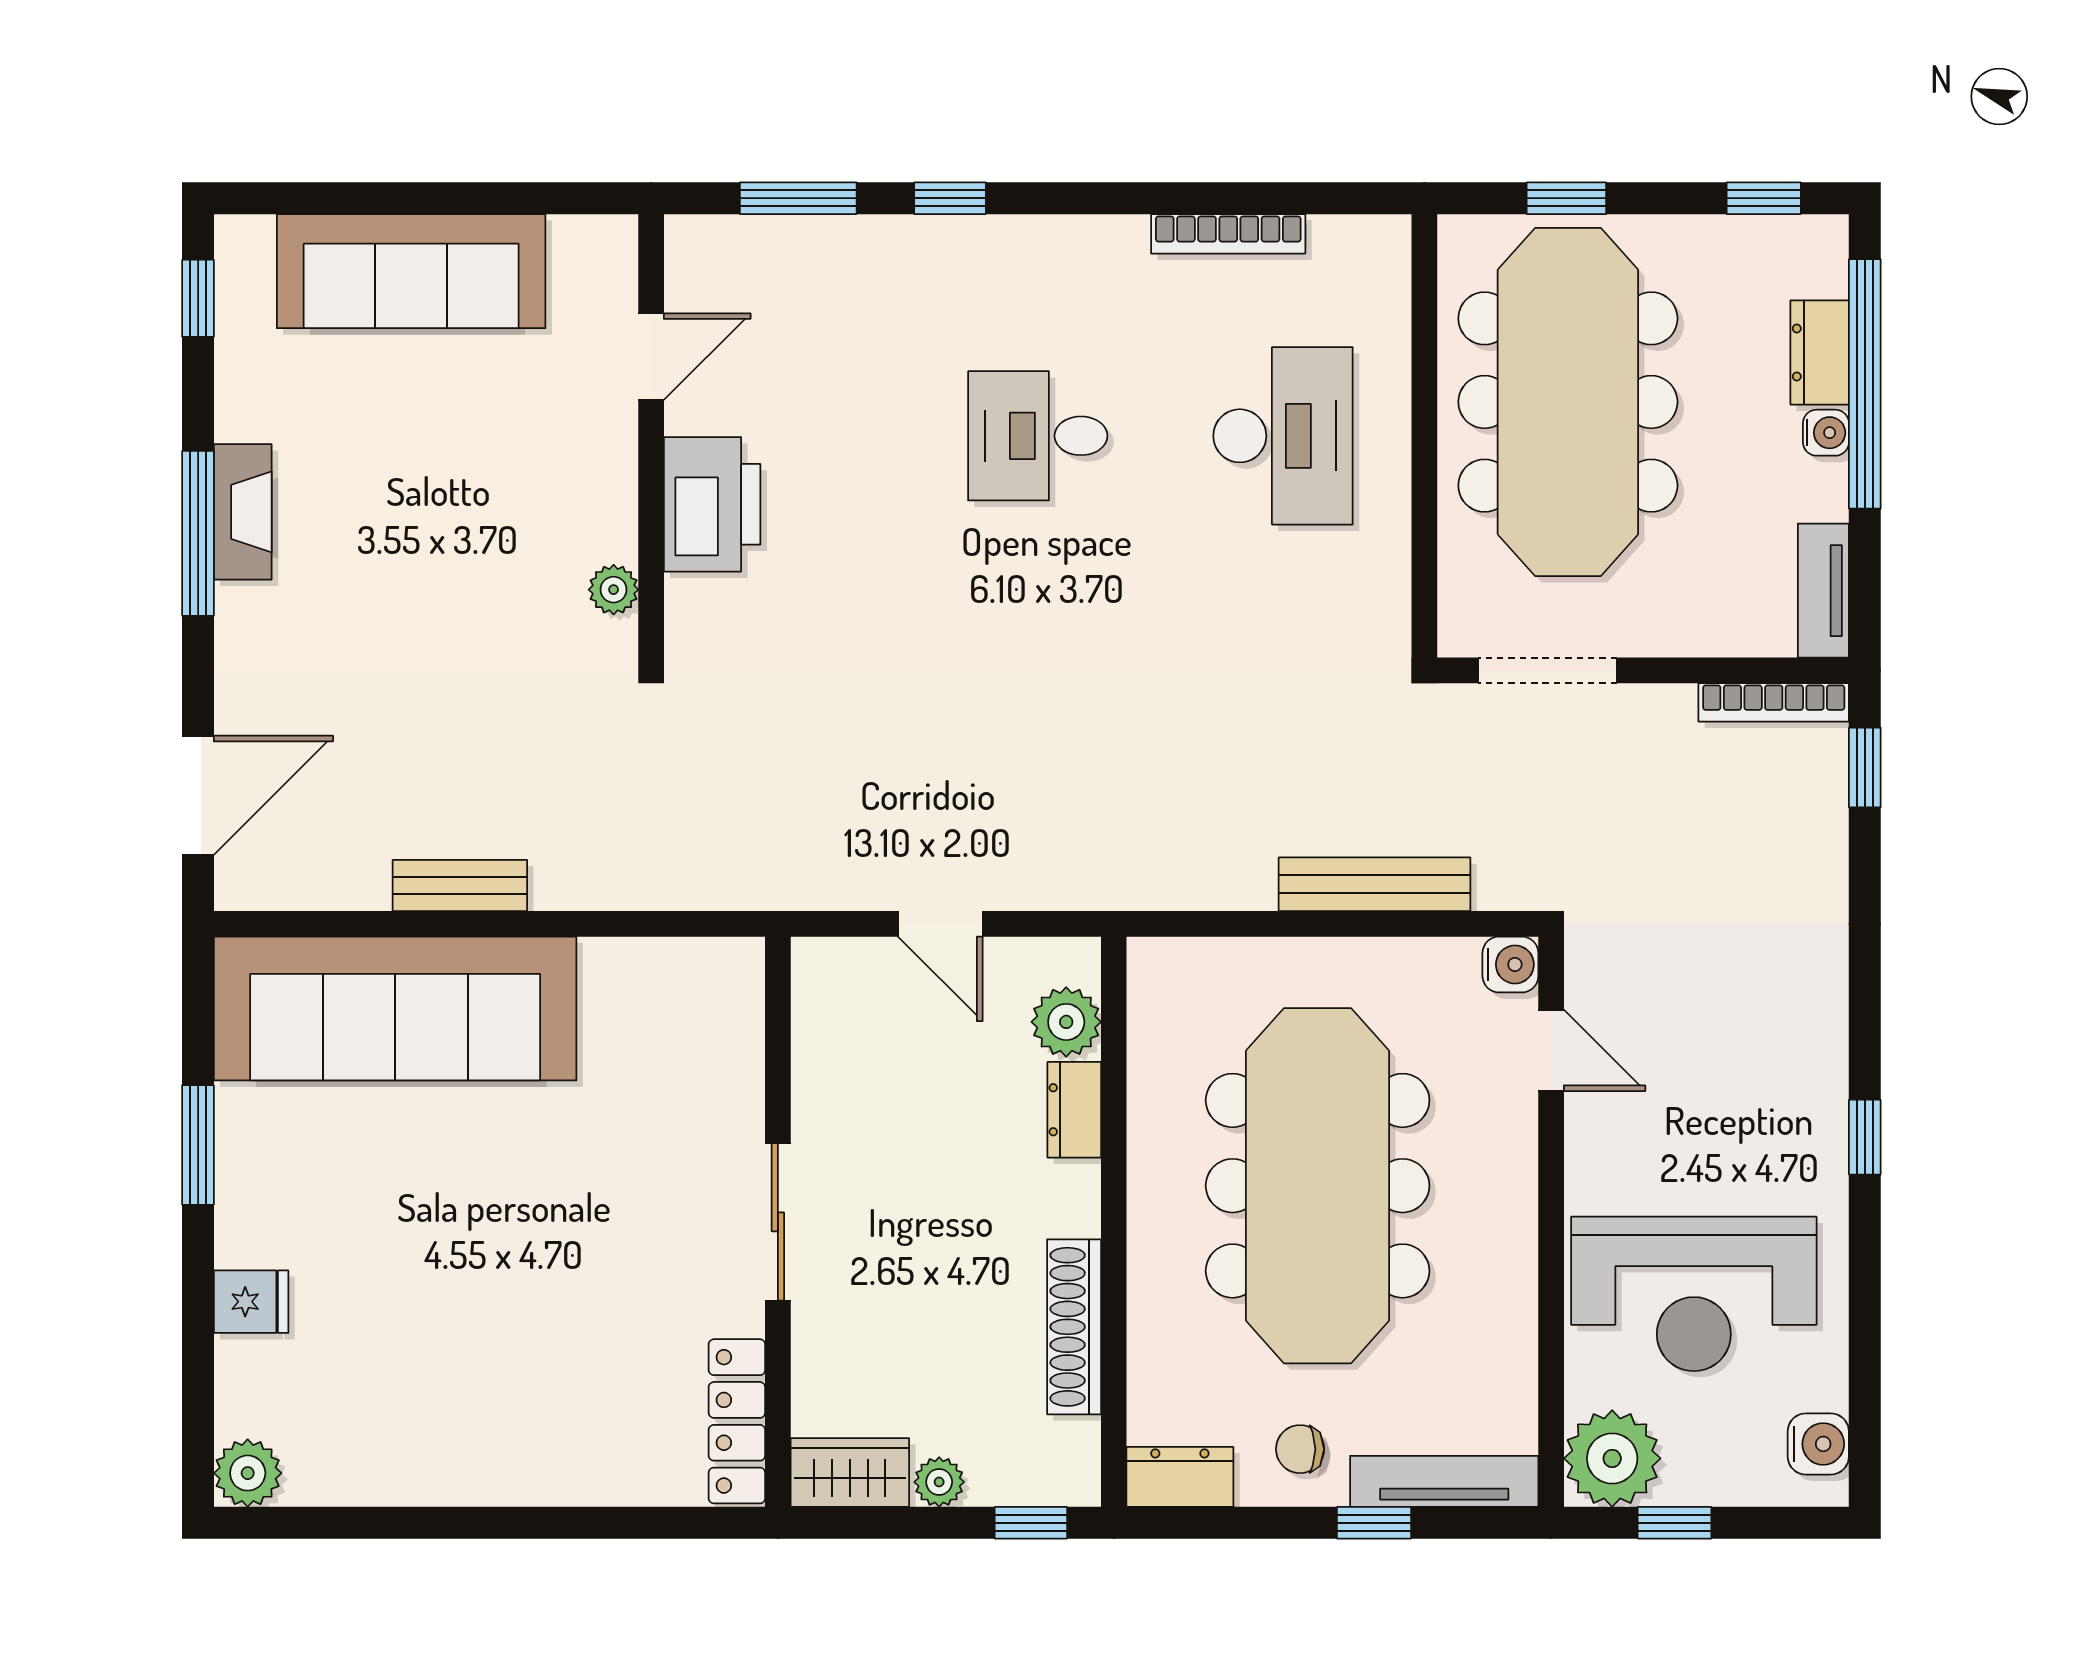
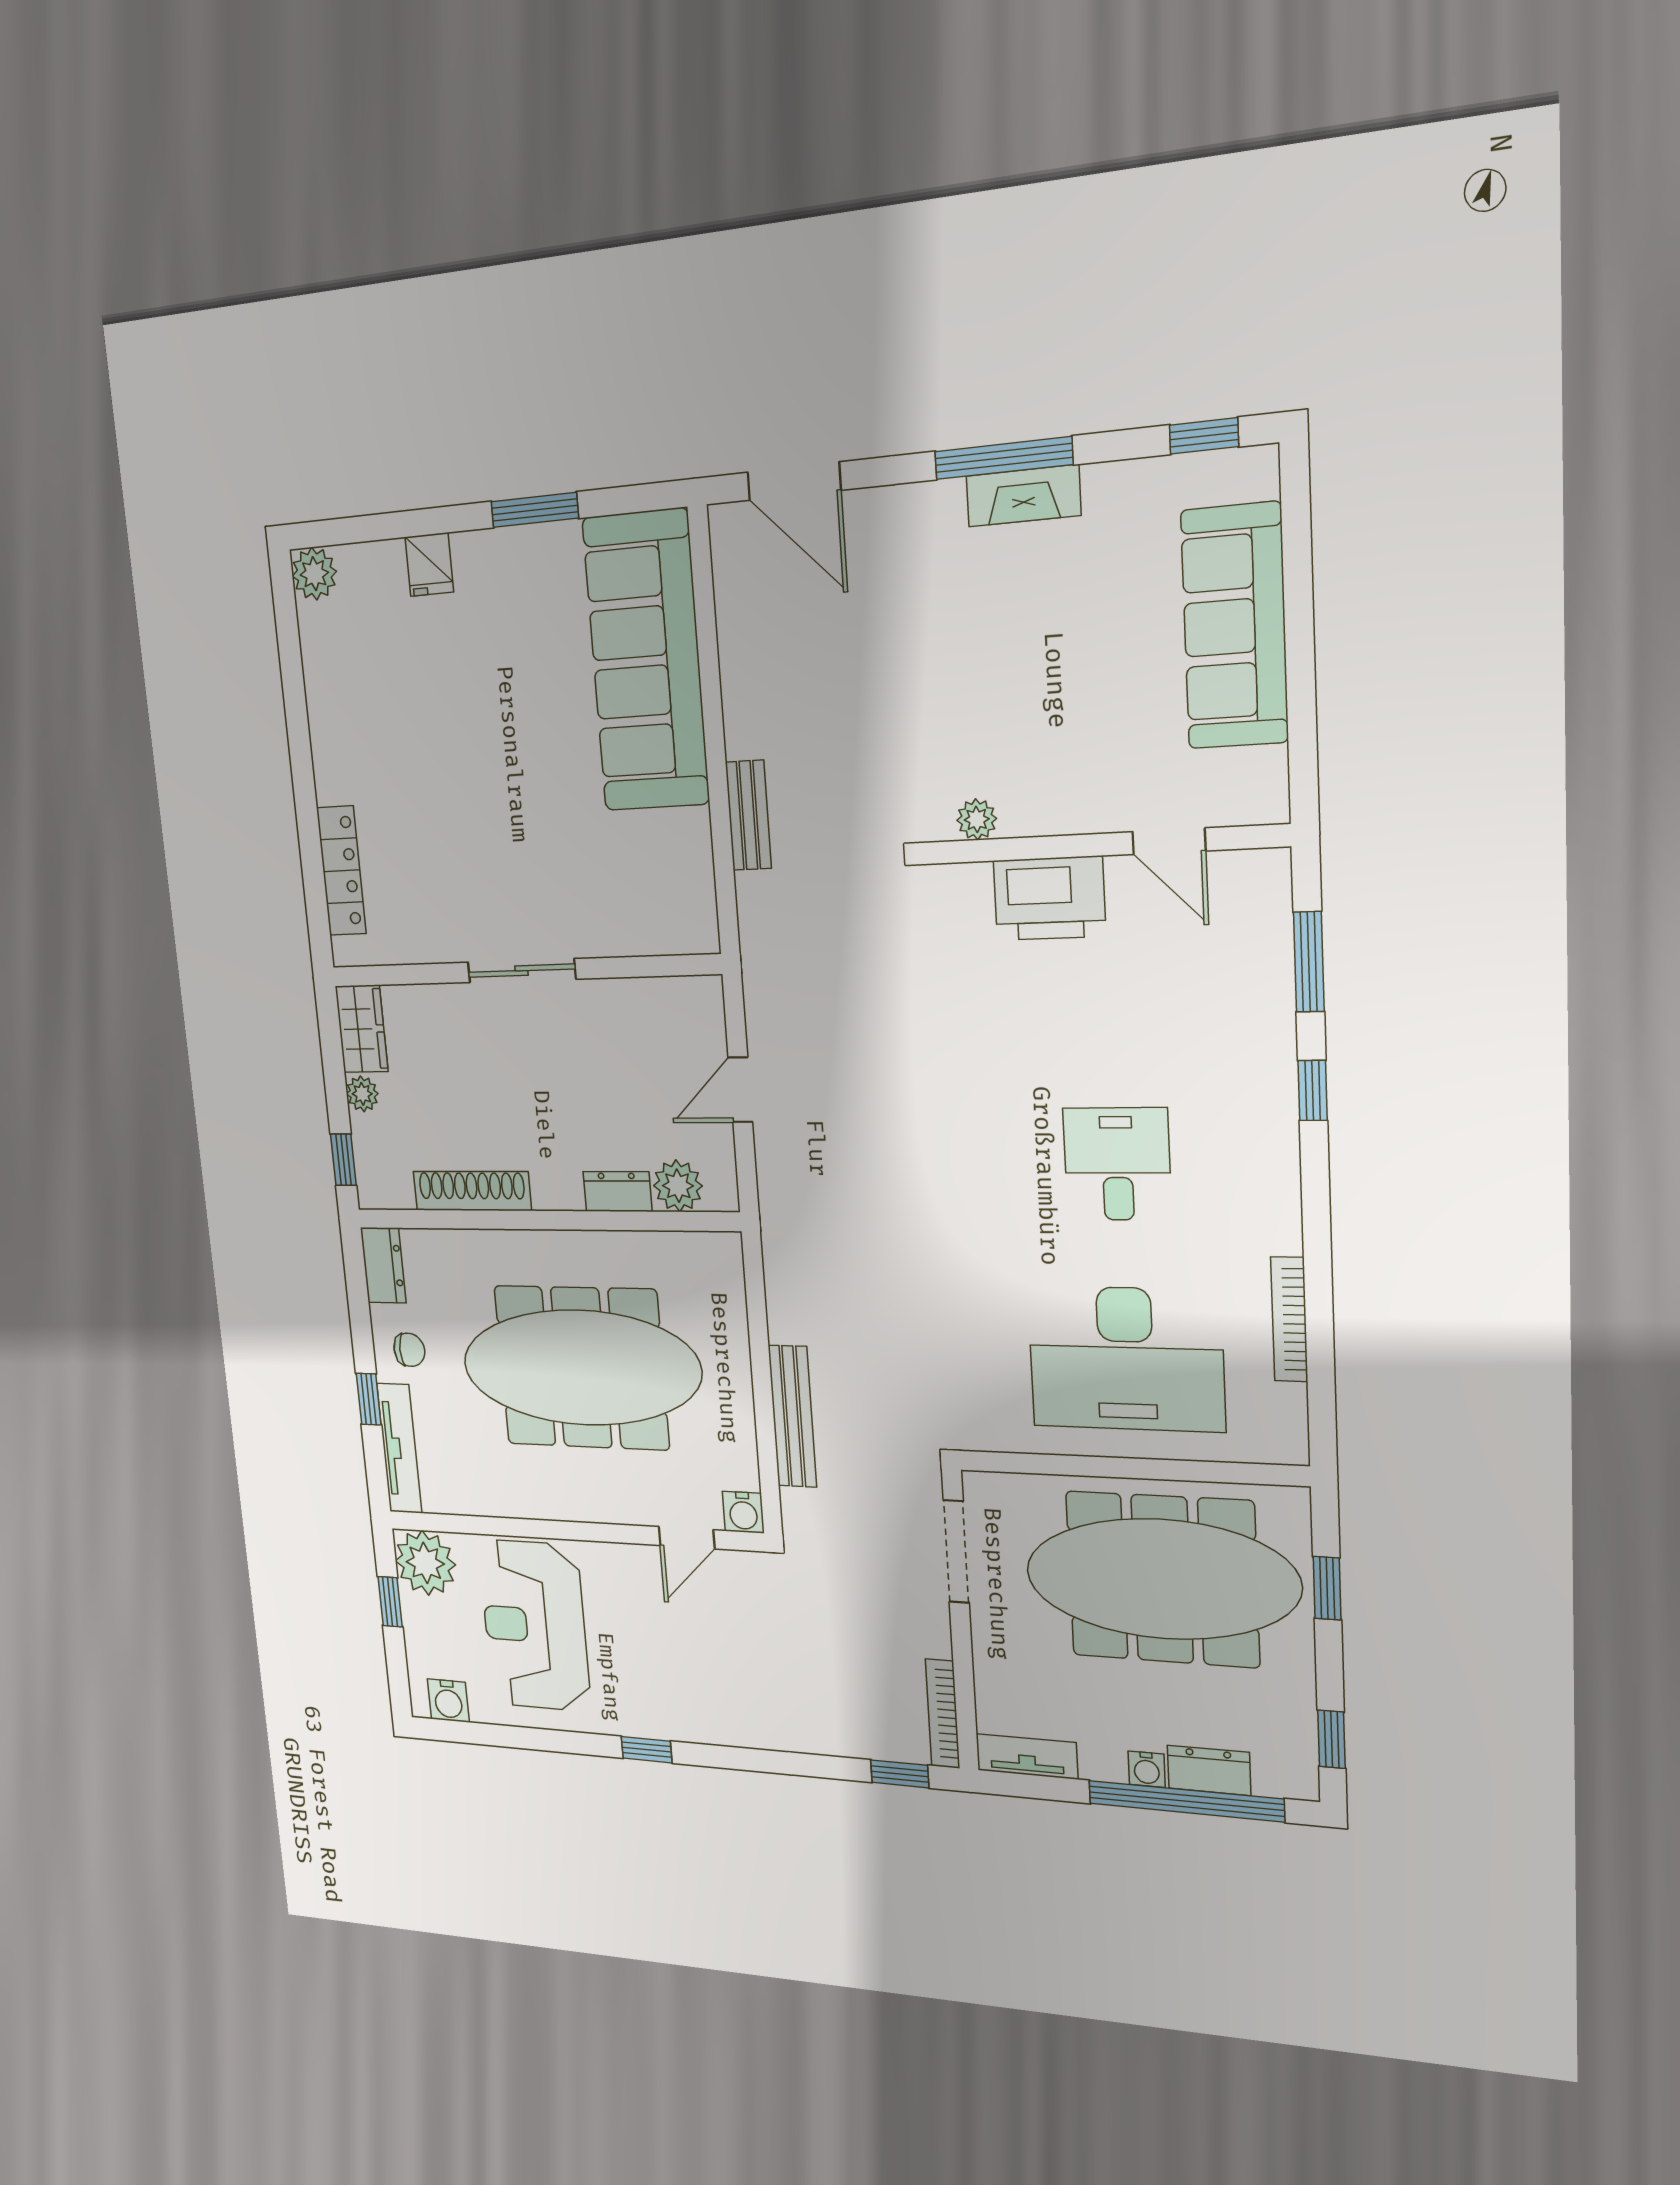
desk: (1283, 436) -> (1126, 1359), width x1.36, depth x1.30
bench: (460, 885) -> (748, 815), moved
locker: (737, 1421) -> (341, 871), moved, turned 90
chair: (1300, 1449) -> (409, 1350), turned 90

